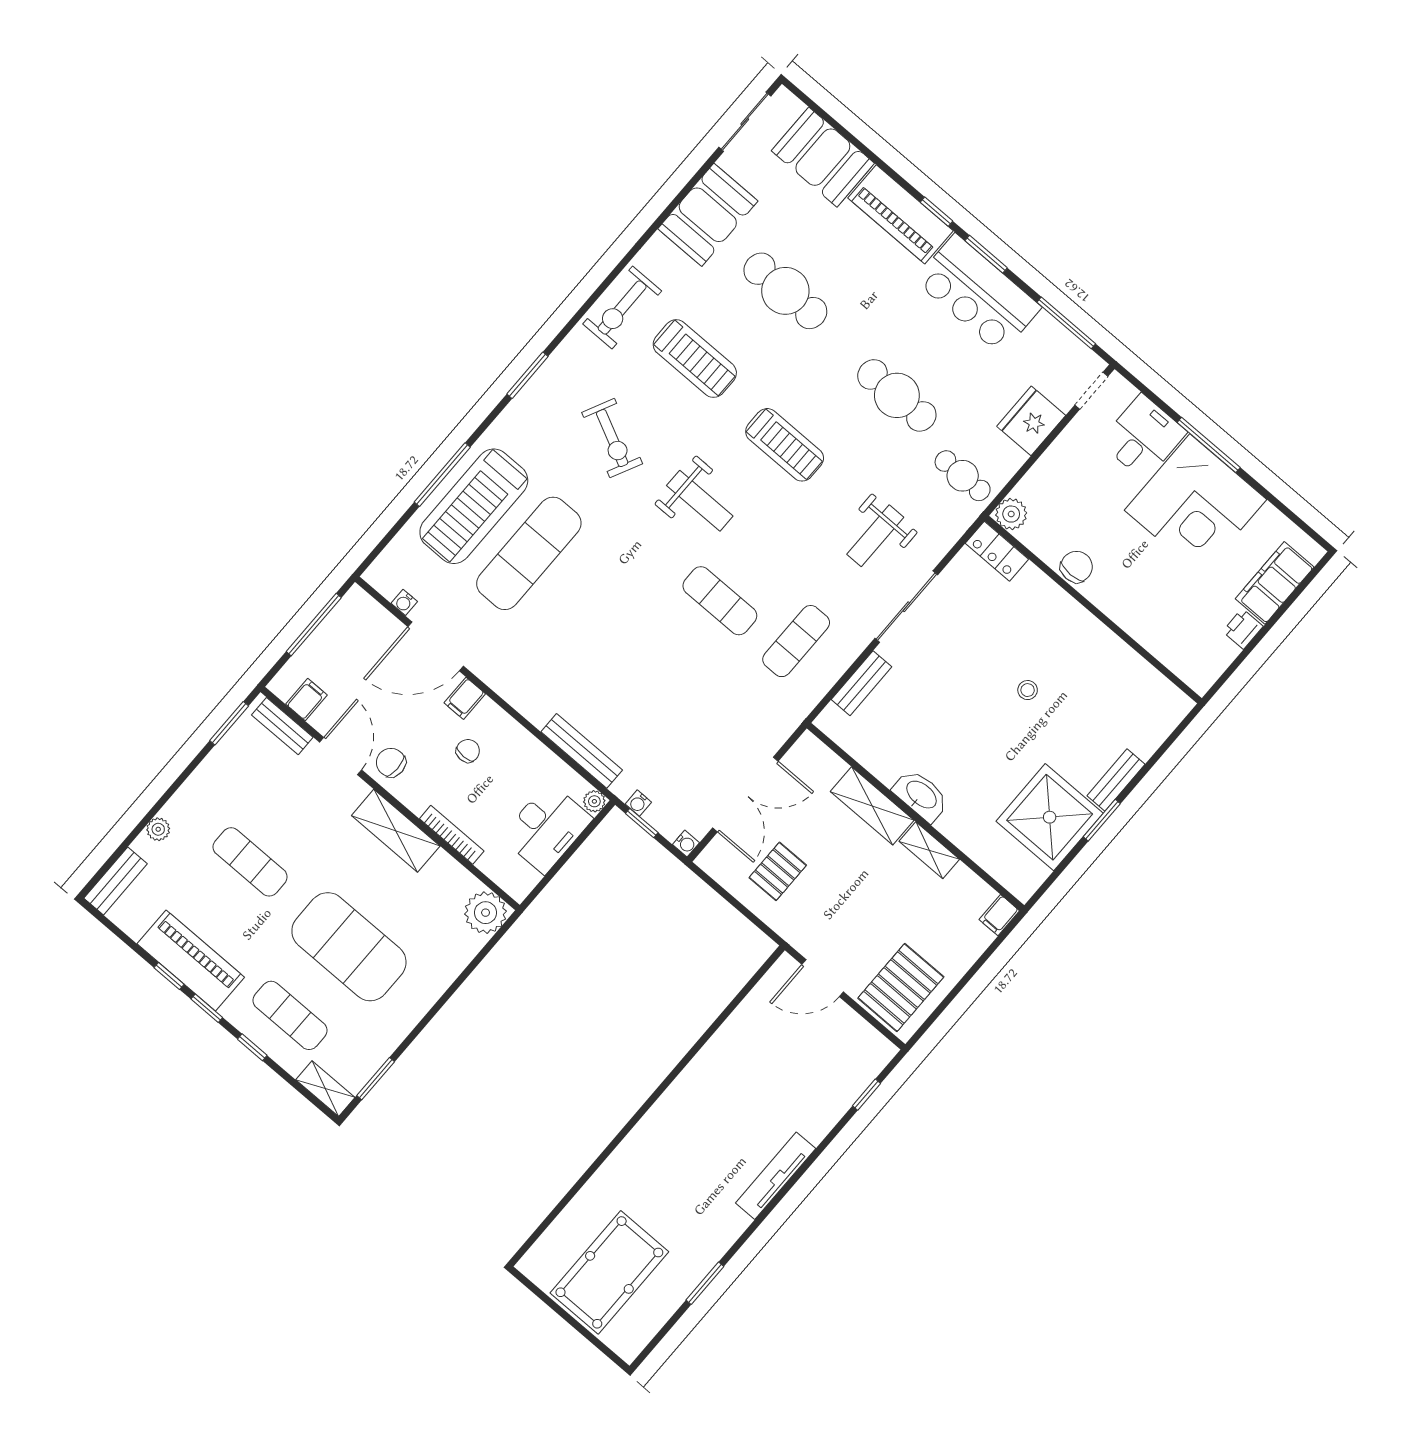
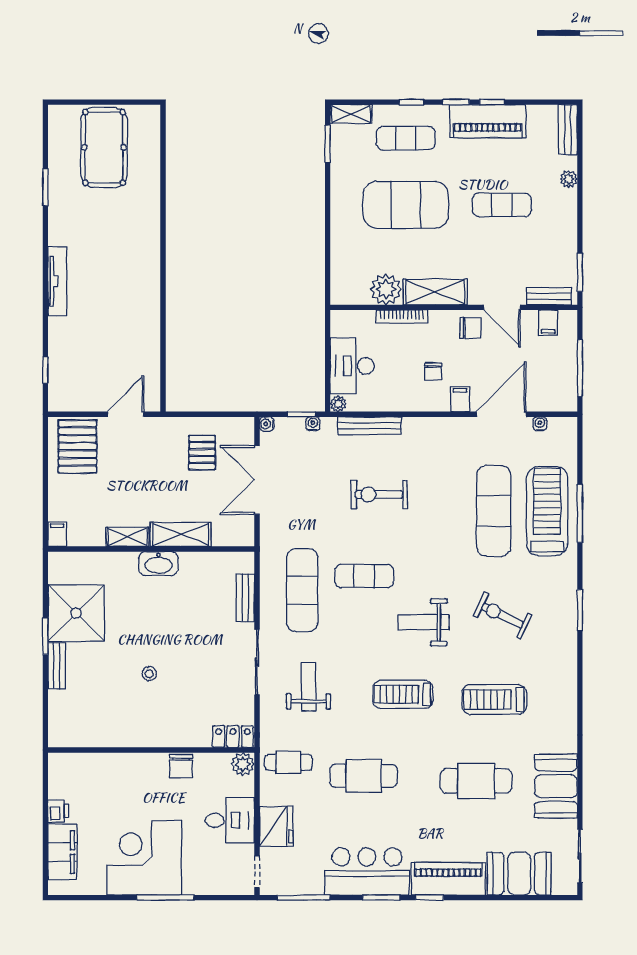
exercise bike: (622, 307) -> (379, 495), moved, turned -90
desk: (1143, 437) -> (230, 820), moved, turned -90
exercise mat: (796, 641) -> (302, 590), width x1.36, depth x1.45
plant: (486, 913) -> (386, 289), moved

